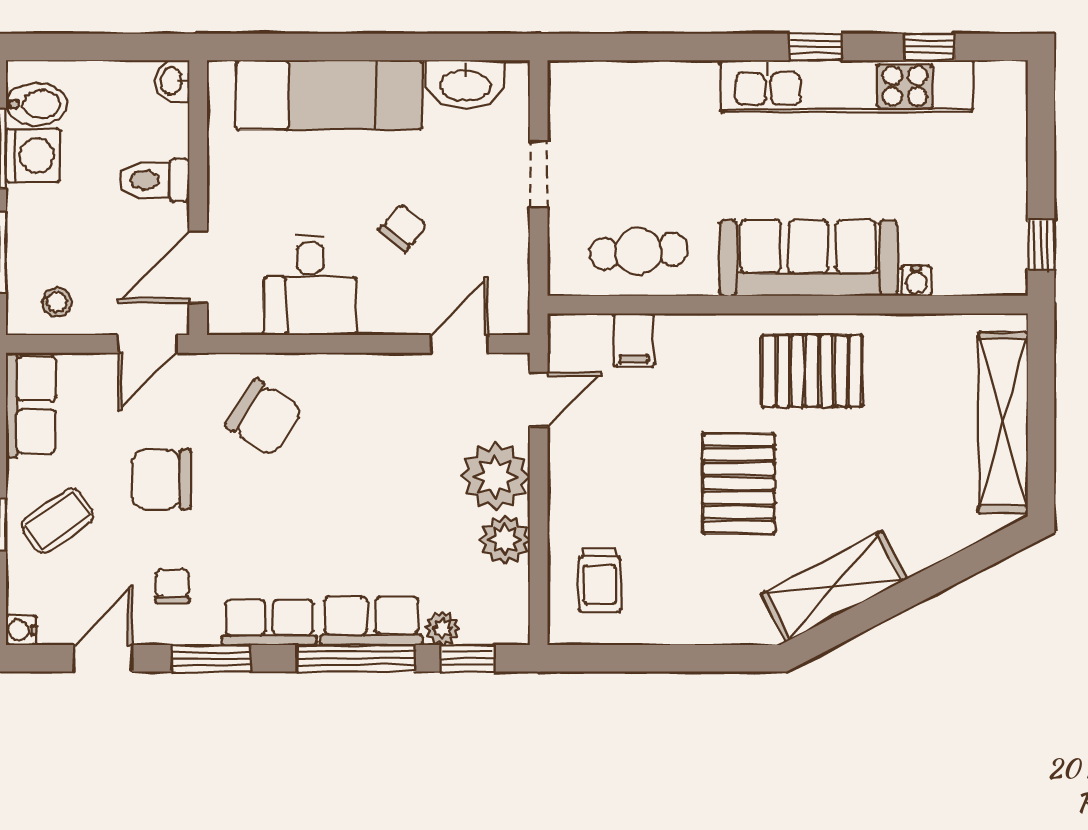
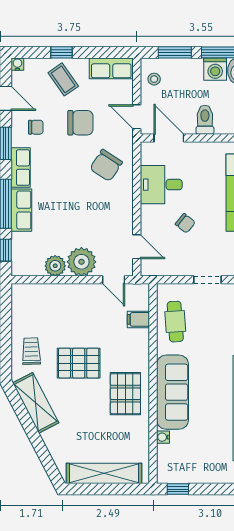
chair: (162, 479) -> (80, 123), turned 90
trolley: (600, 580) -> (31, 351), moved, turned 88
plant: (442, 629) -> (18, 240), removed

